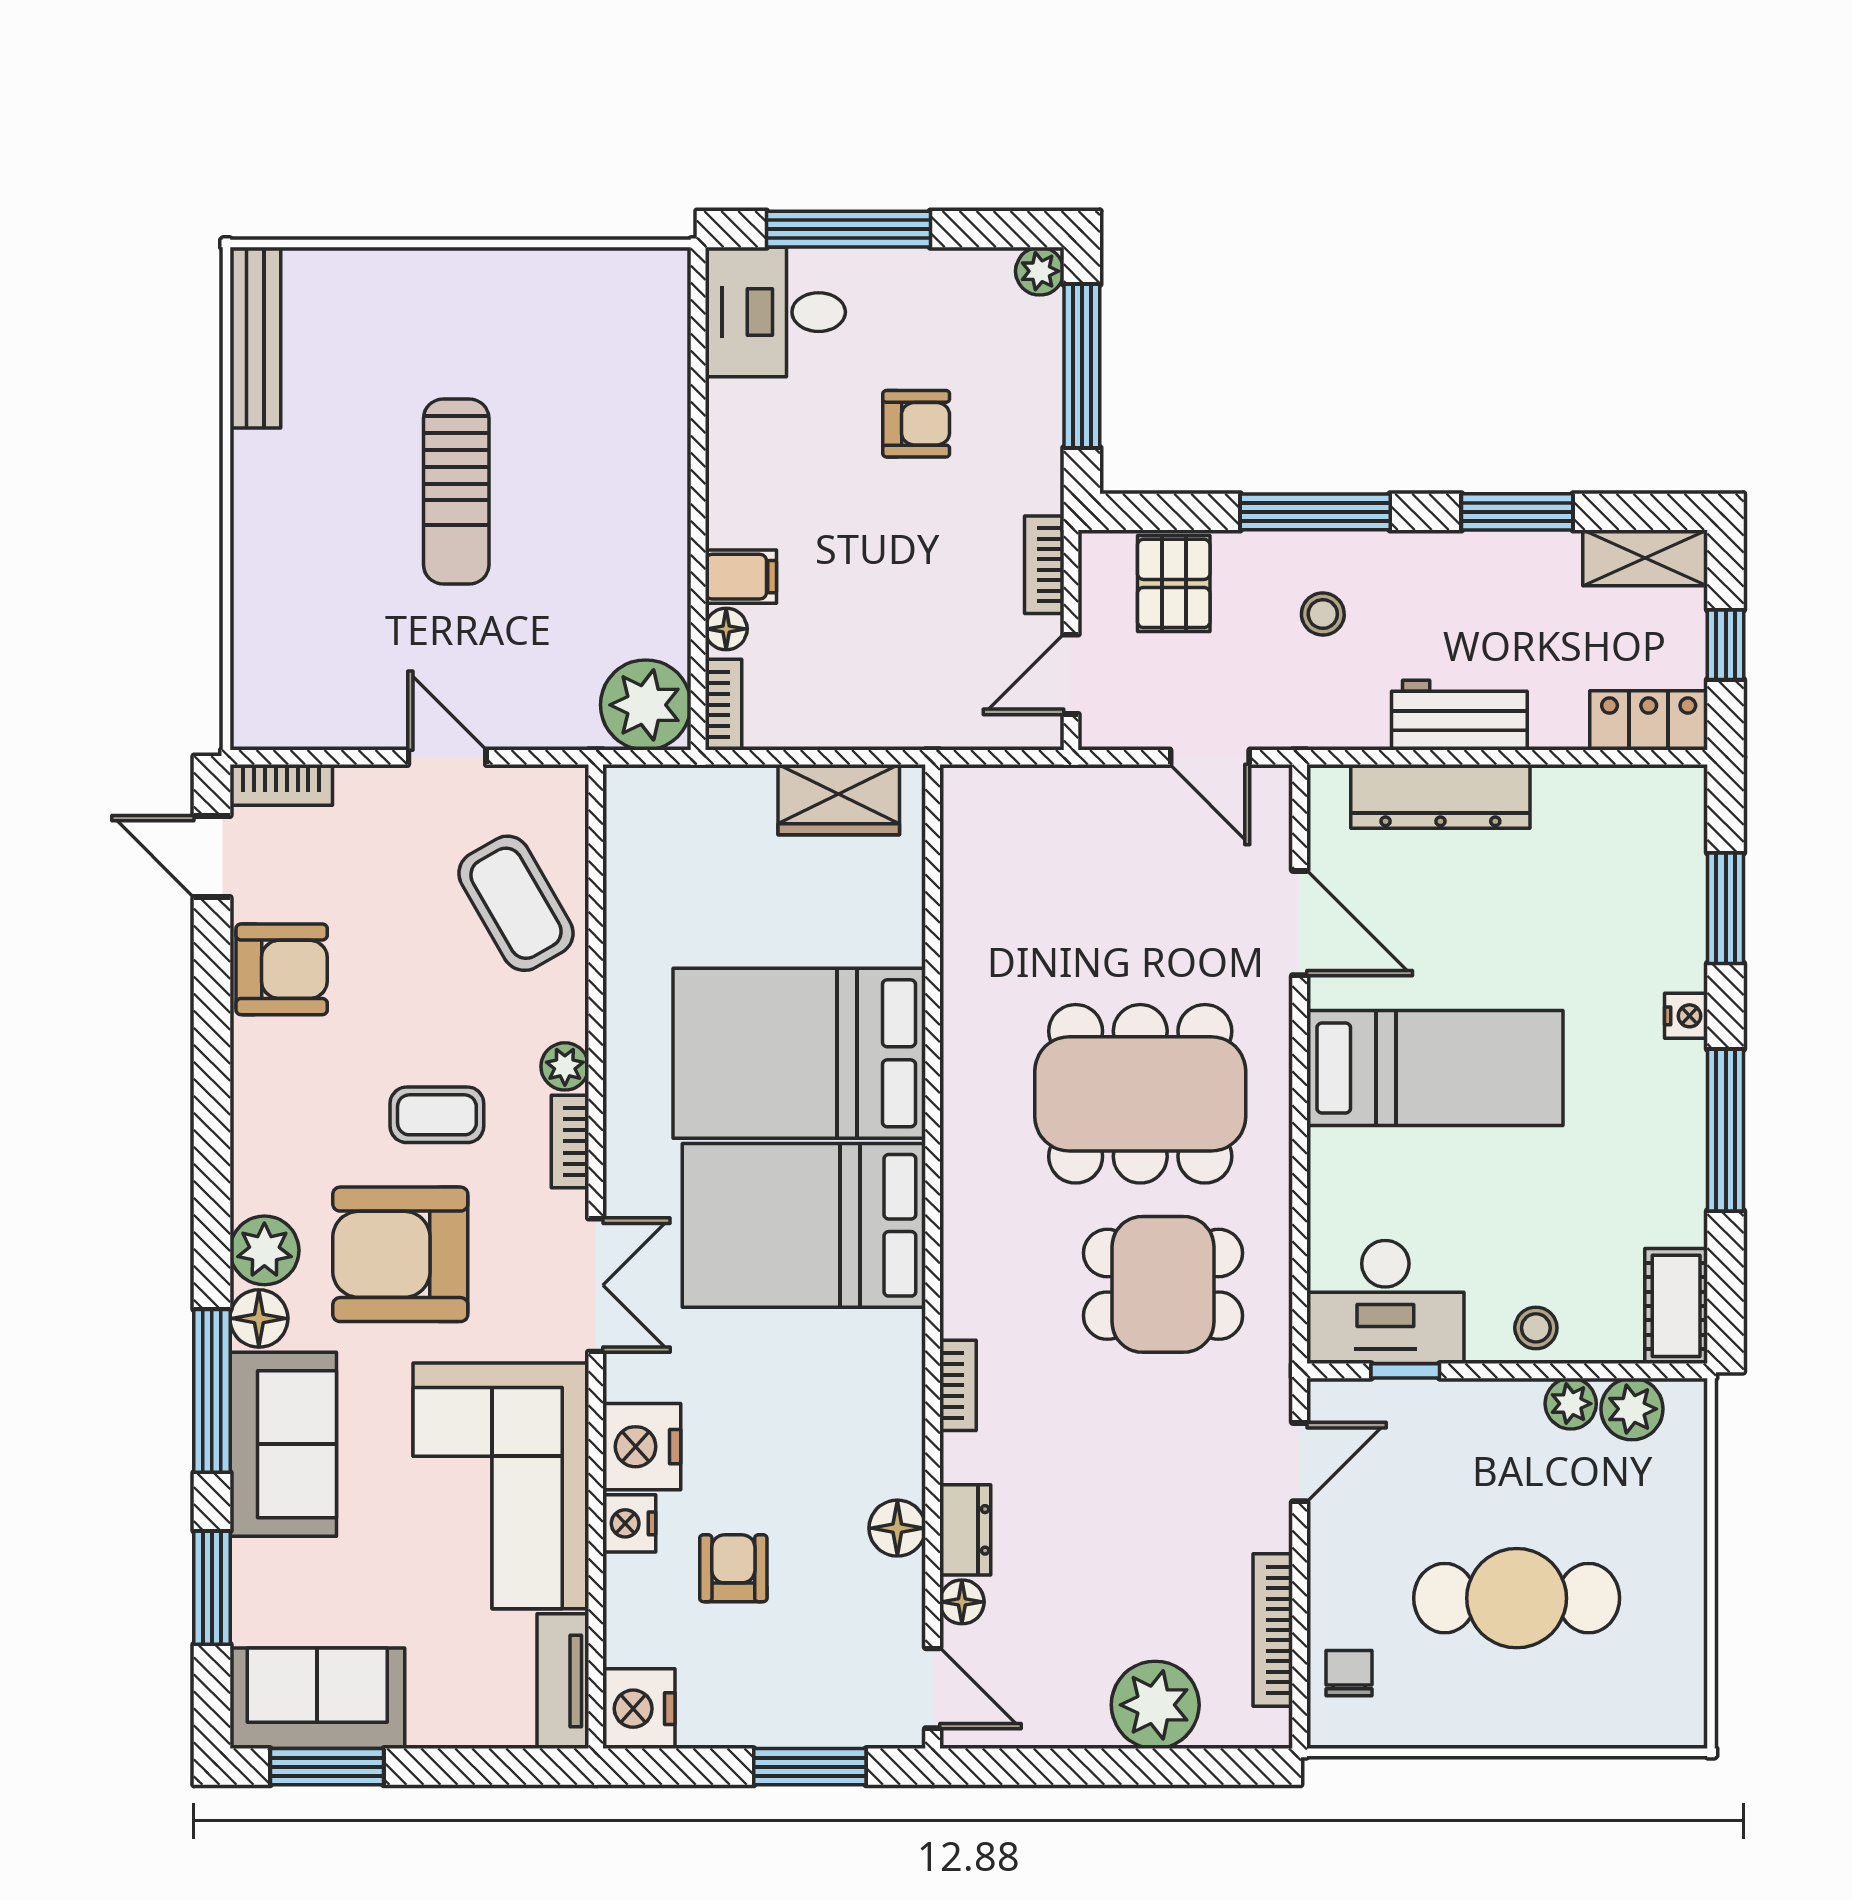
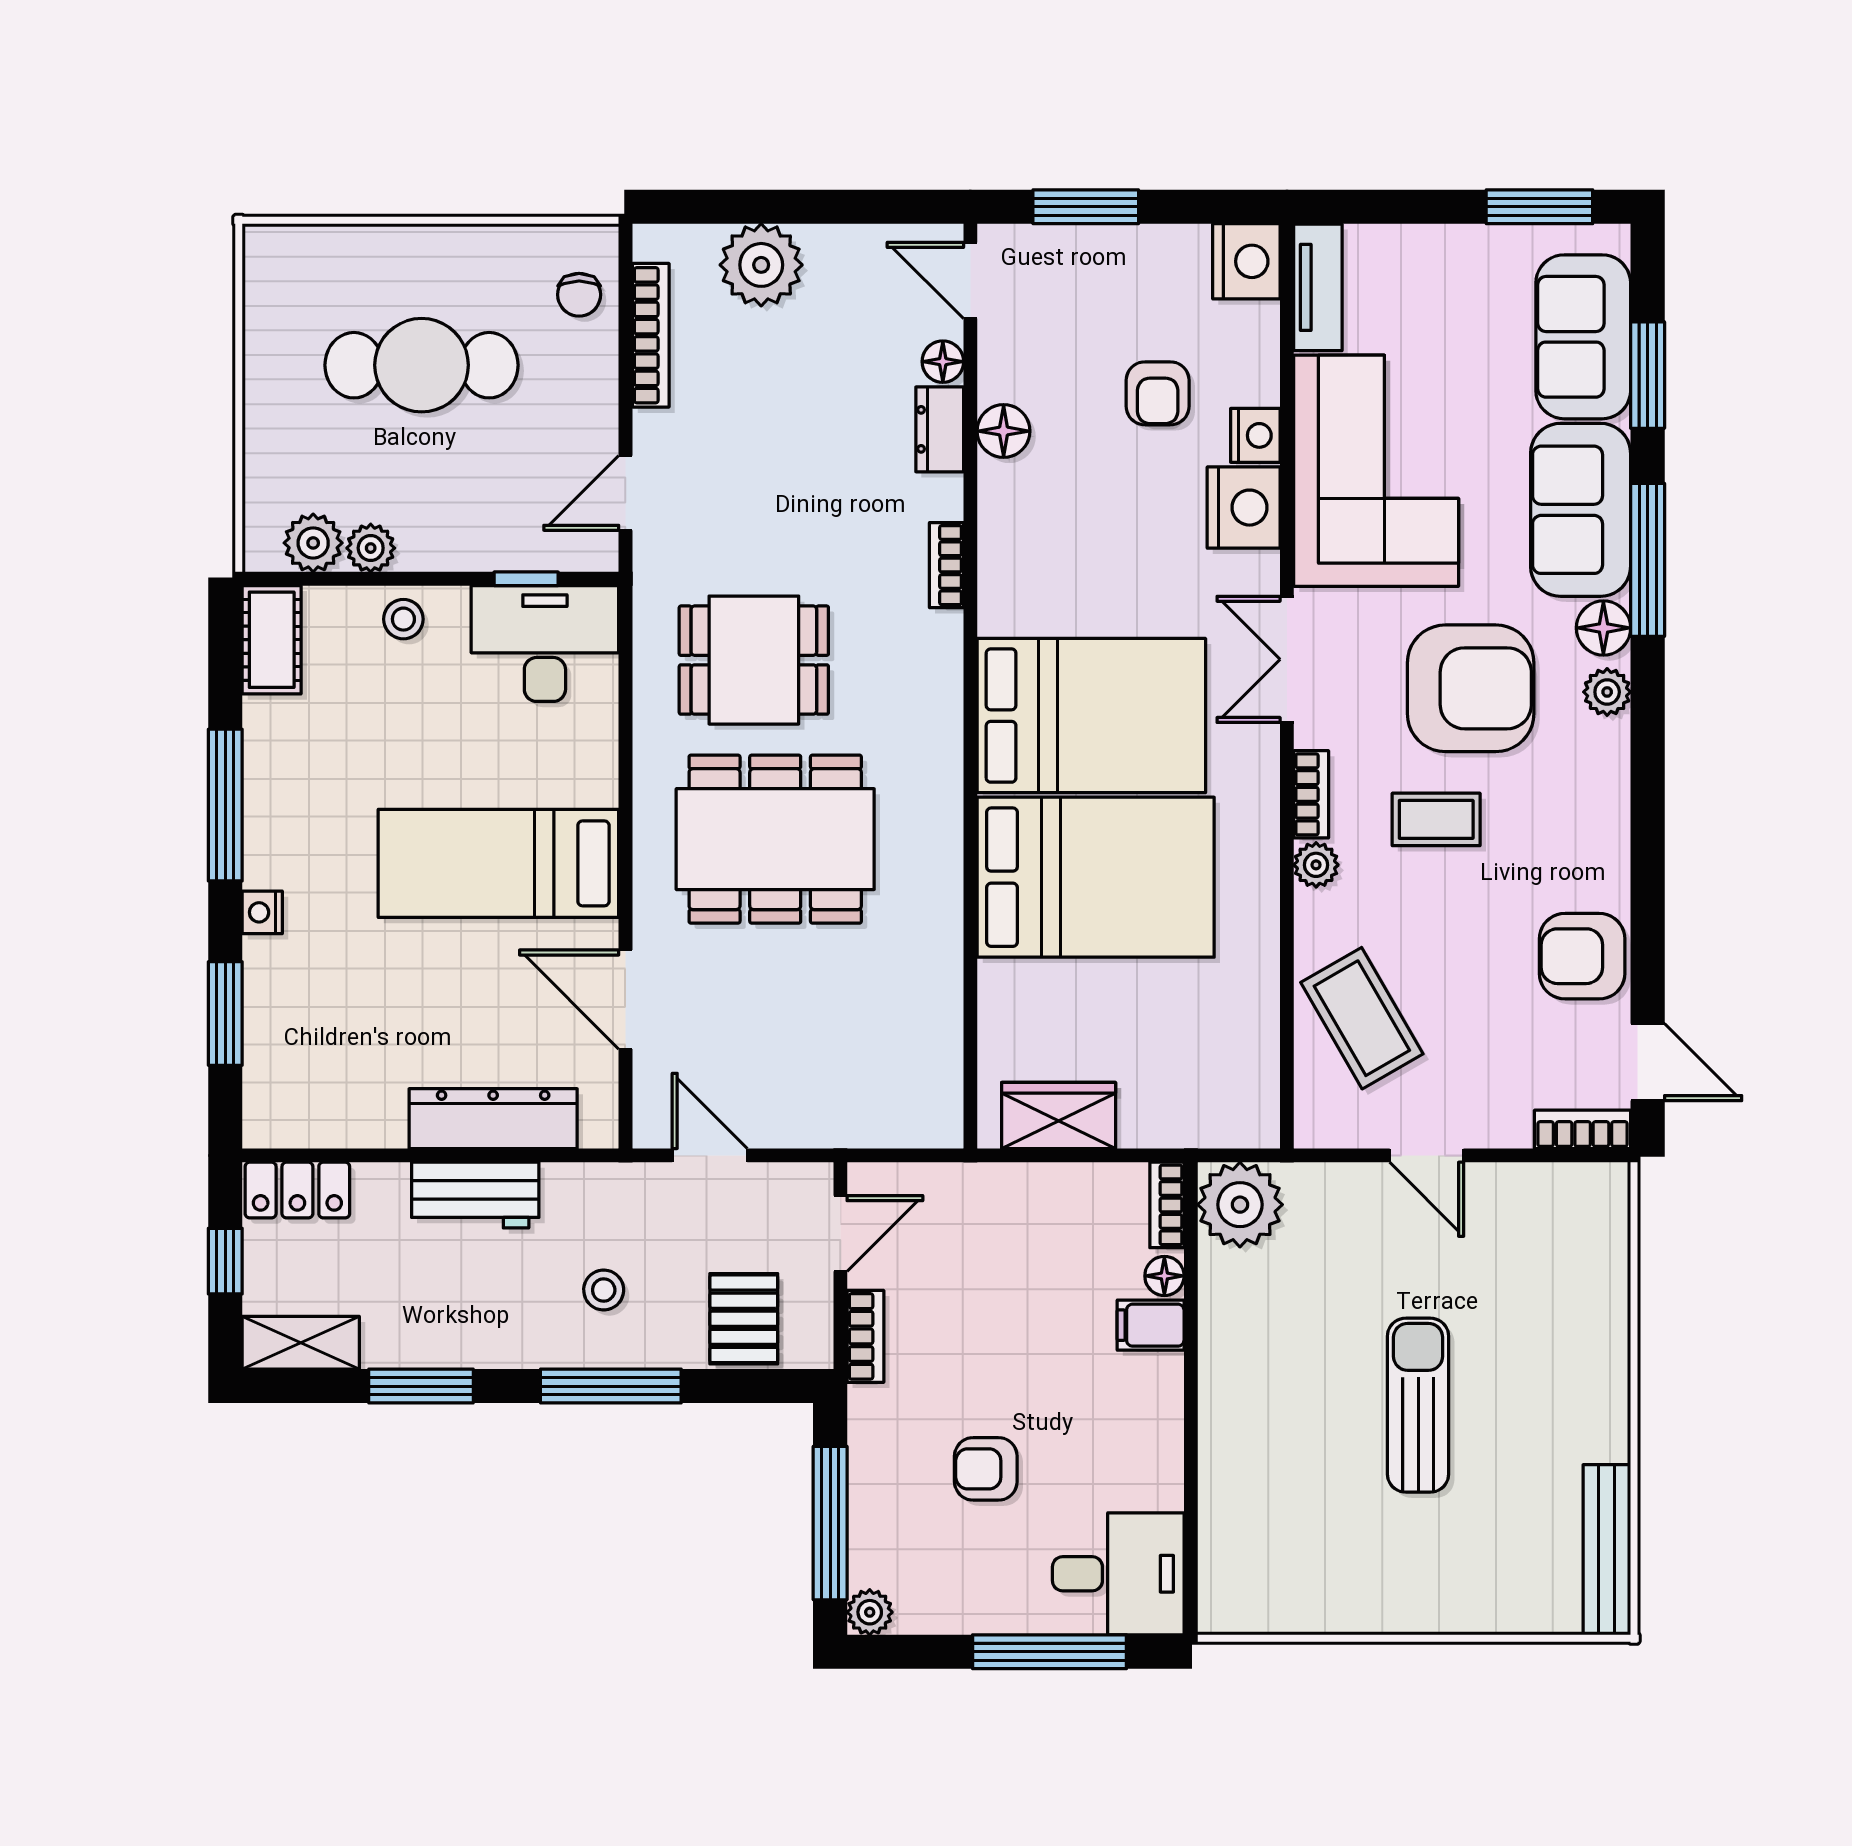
plant: (264, 1250) -> (1607, 692), width x0.73, depth x0.73
sofa: (317, 1698) -> (1583, 337), moved, turned 90

